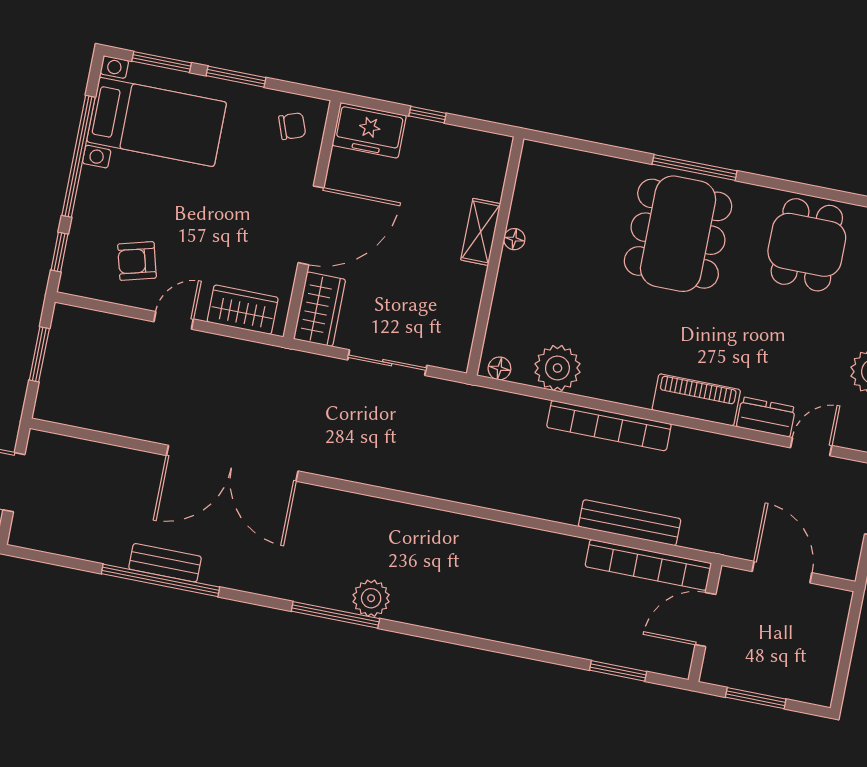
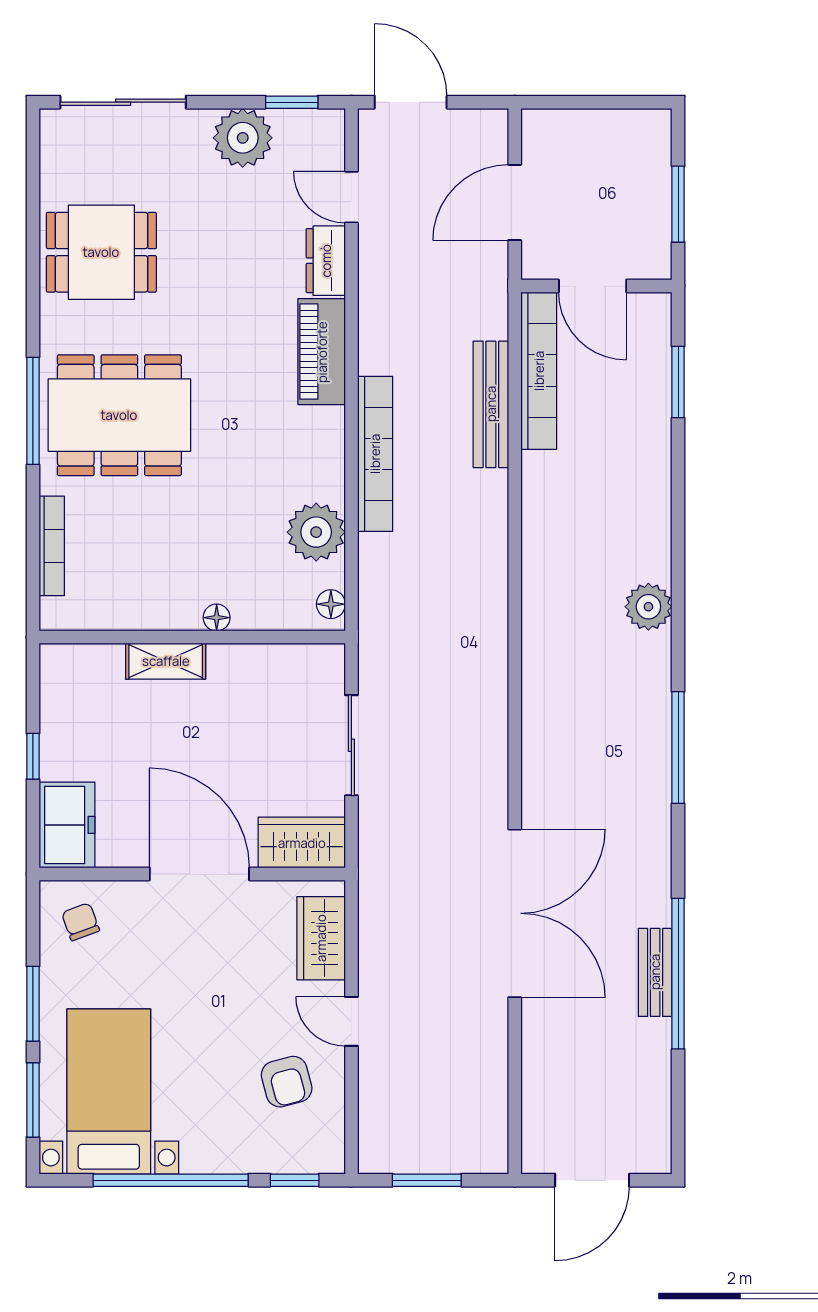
bookcase: (587, 161) -> (52, 546), added
floor lamp: (514, 239) -> (217, 618), moved
plant: (371, 598) -> (648, 607), moved

